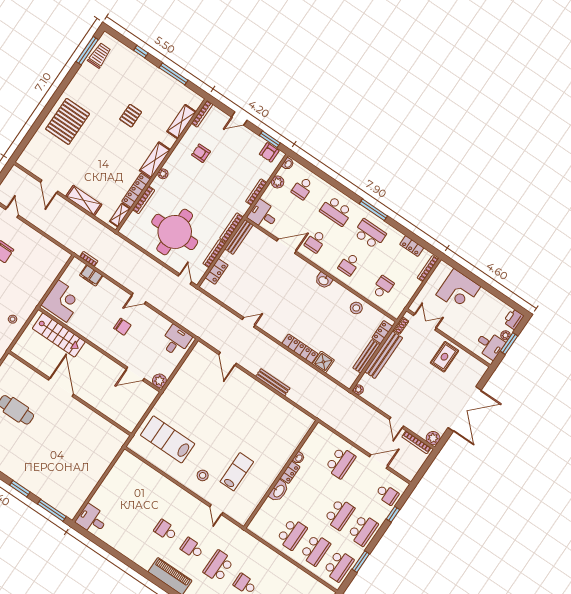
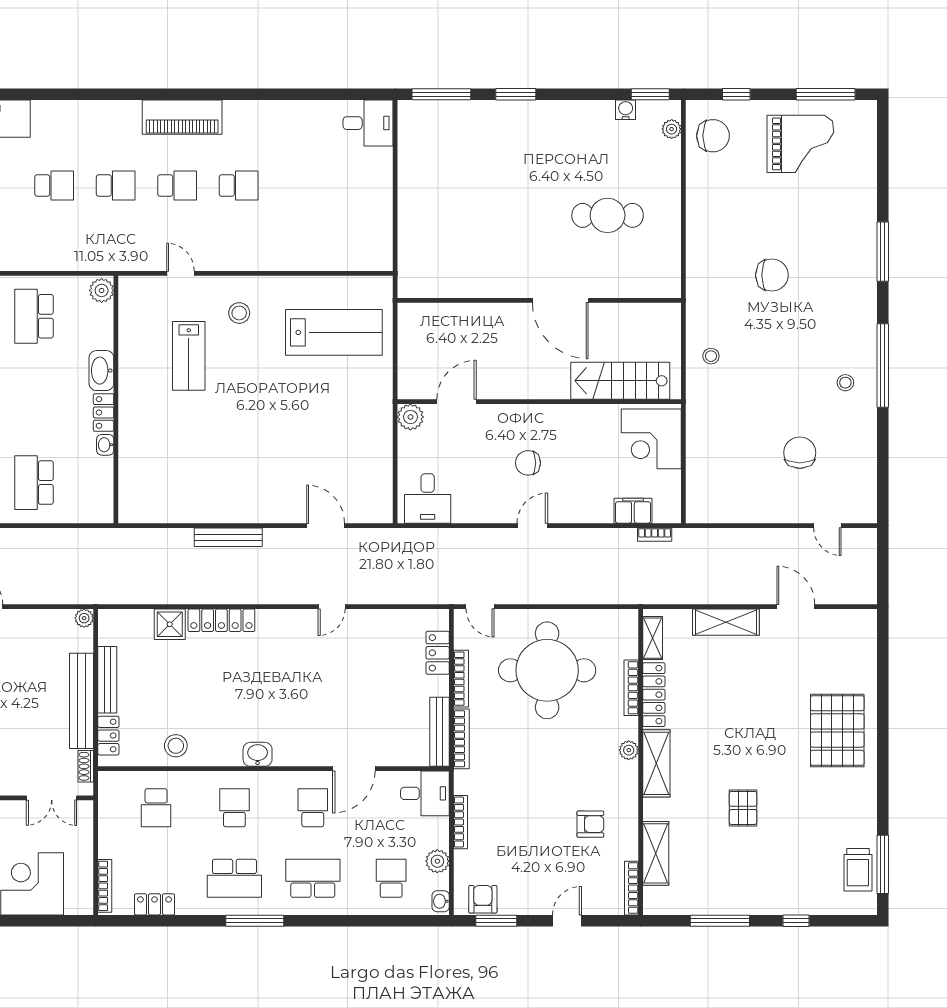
plant: (255, 525) -> (102, 290), added
school desk: (219, 566) -> (116, 185), width x0.54

